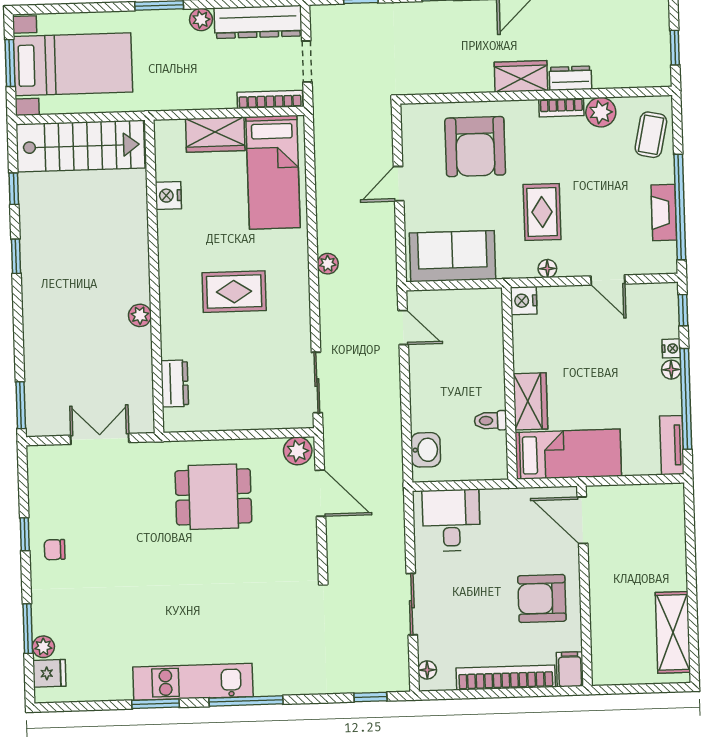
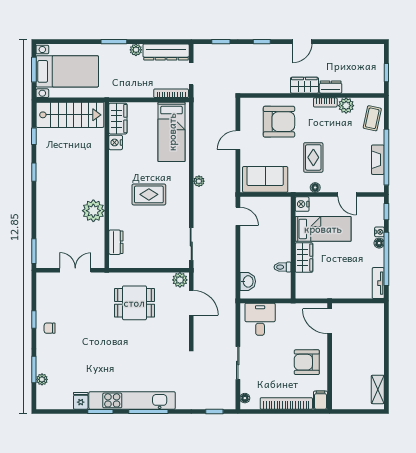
wardrobe: (215, 135) -> (118, 119), moved, turned -90
armchair: (475, 147) -> (279, 122), turned -90
plant: (140, 315) -> (93, 211), width x1.88, depth x1.88
bed: (568, 454) -> (323, 229), moved
shelving: (673, 632) -> (378, 389), width x0.67, depth x0.75
fridge: (49, 673) -> (81, 401), moved, turned -90
kitchen unit: (193, 682) -> (132, 400), width x1.36

